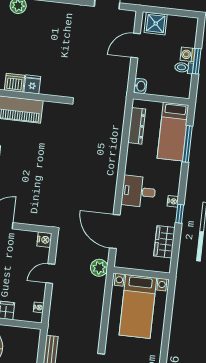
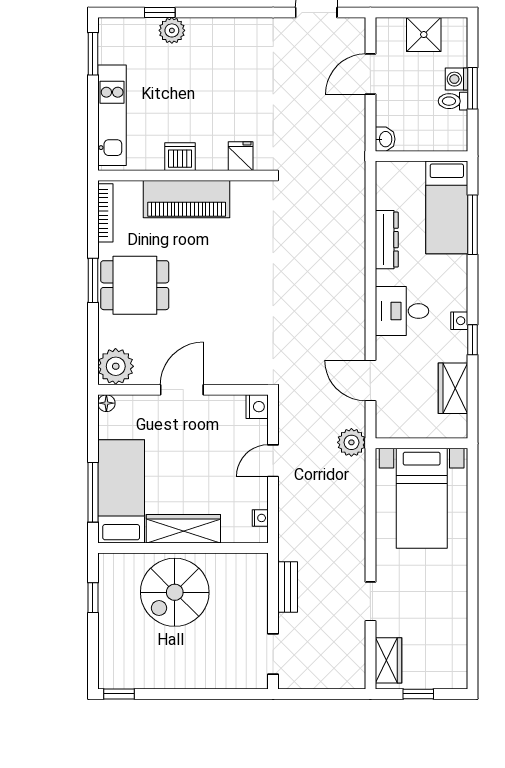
shower: (156, 24) -> (424, 35), moved
fridge: (32, 84) -> (241, 156), moved
dresser: (137, 126) -> (387, 240), moved
door: (115, 231) -> (370, 380), width x0.73

